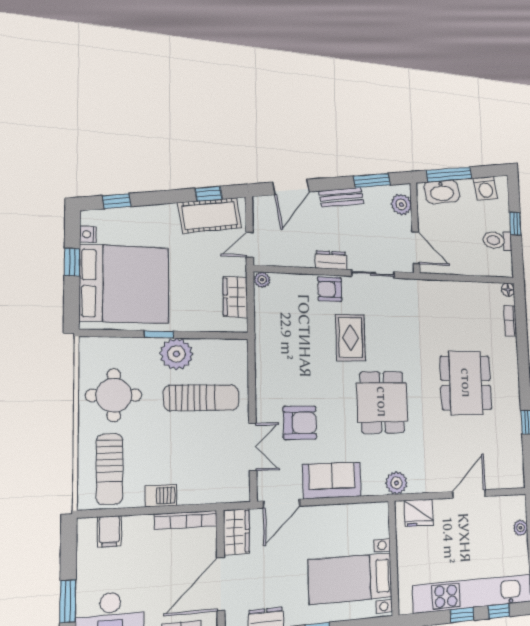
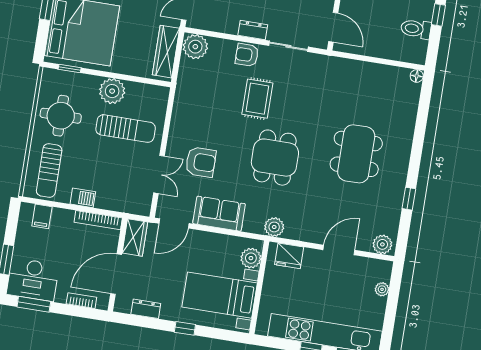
plant: (262, 280) -> (195, 47), width x1.88, depth x1.88
wardrobe: (235, 297) -> (166, 52), width x1.50
bookcase: (510, 321) -> (413, 105), removed
window: (159, 334) -> (70, 69), moved
plant: (511, 478) -> (382, 244), added
plant: (378, 525) -> (251, 258), added

